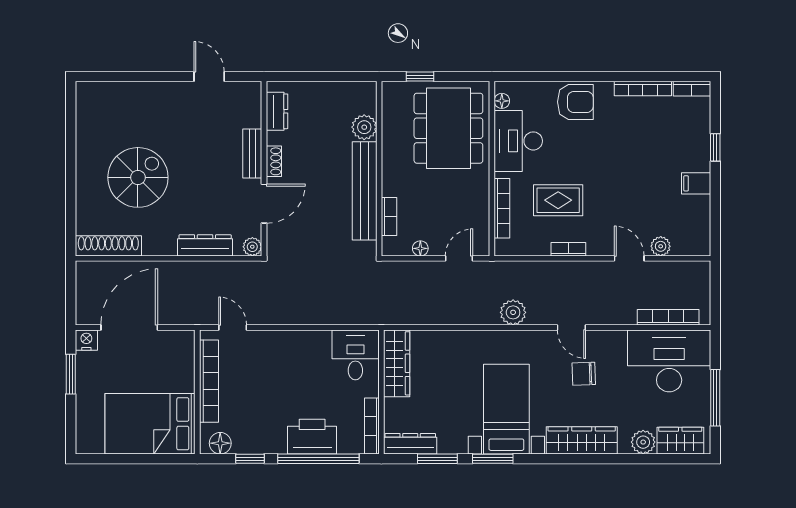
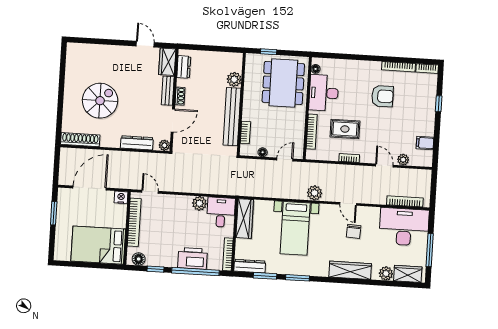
armchair: (575, 102) -> (382, 96), moved
wardrobe: (248, 104) -> (167, 62), added
filing cabinet: (696, 183) -> (425, 143), moved
nightstand: (86, 340) -> (121, 197), moved
plant: (318, 342) -> (199, 203), added
chair: (584, 374) -> (354, 231), turned -85
bed with nightstands: (506, 409) -> (295, 228), moved, turned 180

